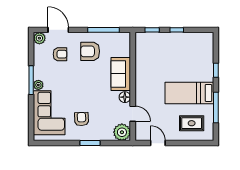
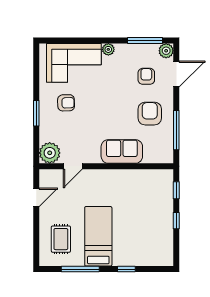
armchair: (60, 54) -> (146, 76), turned 180
window: (31, 80) -> (145, 41), moved
floor lamp: (125, 97) -> (93, 156), removed

